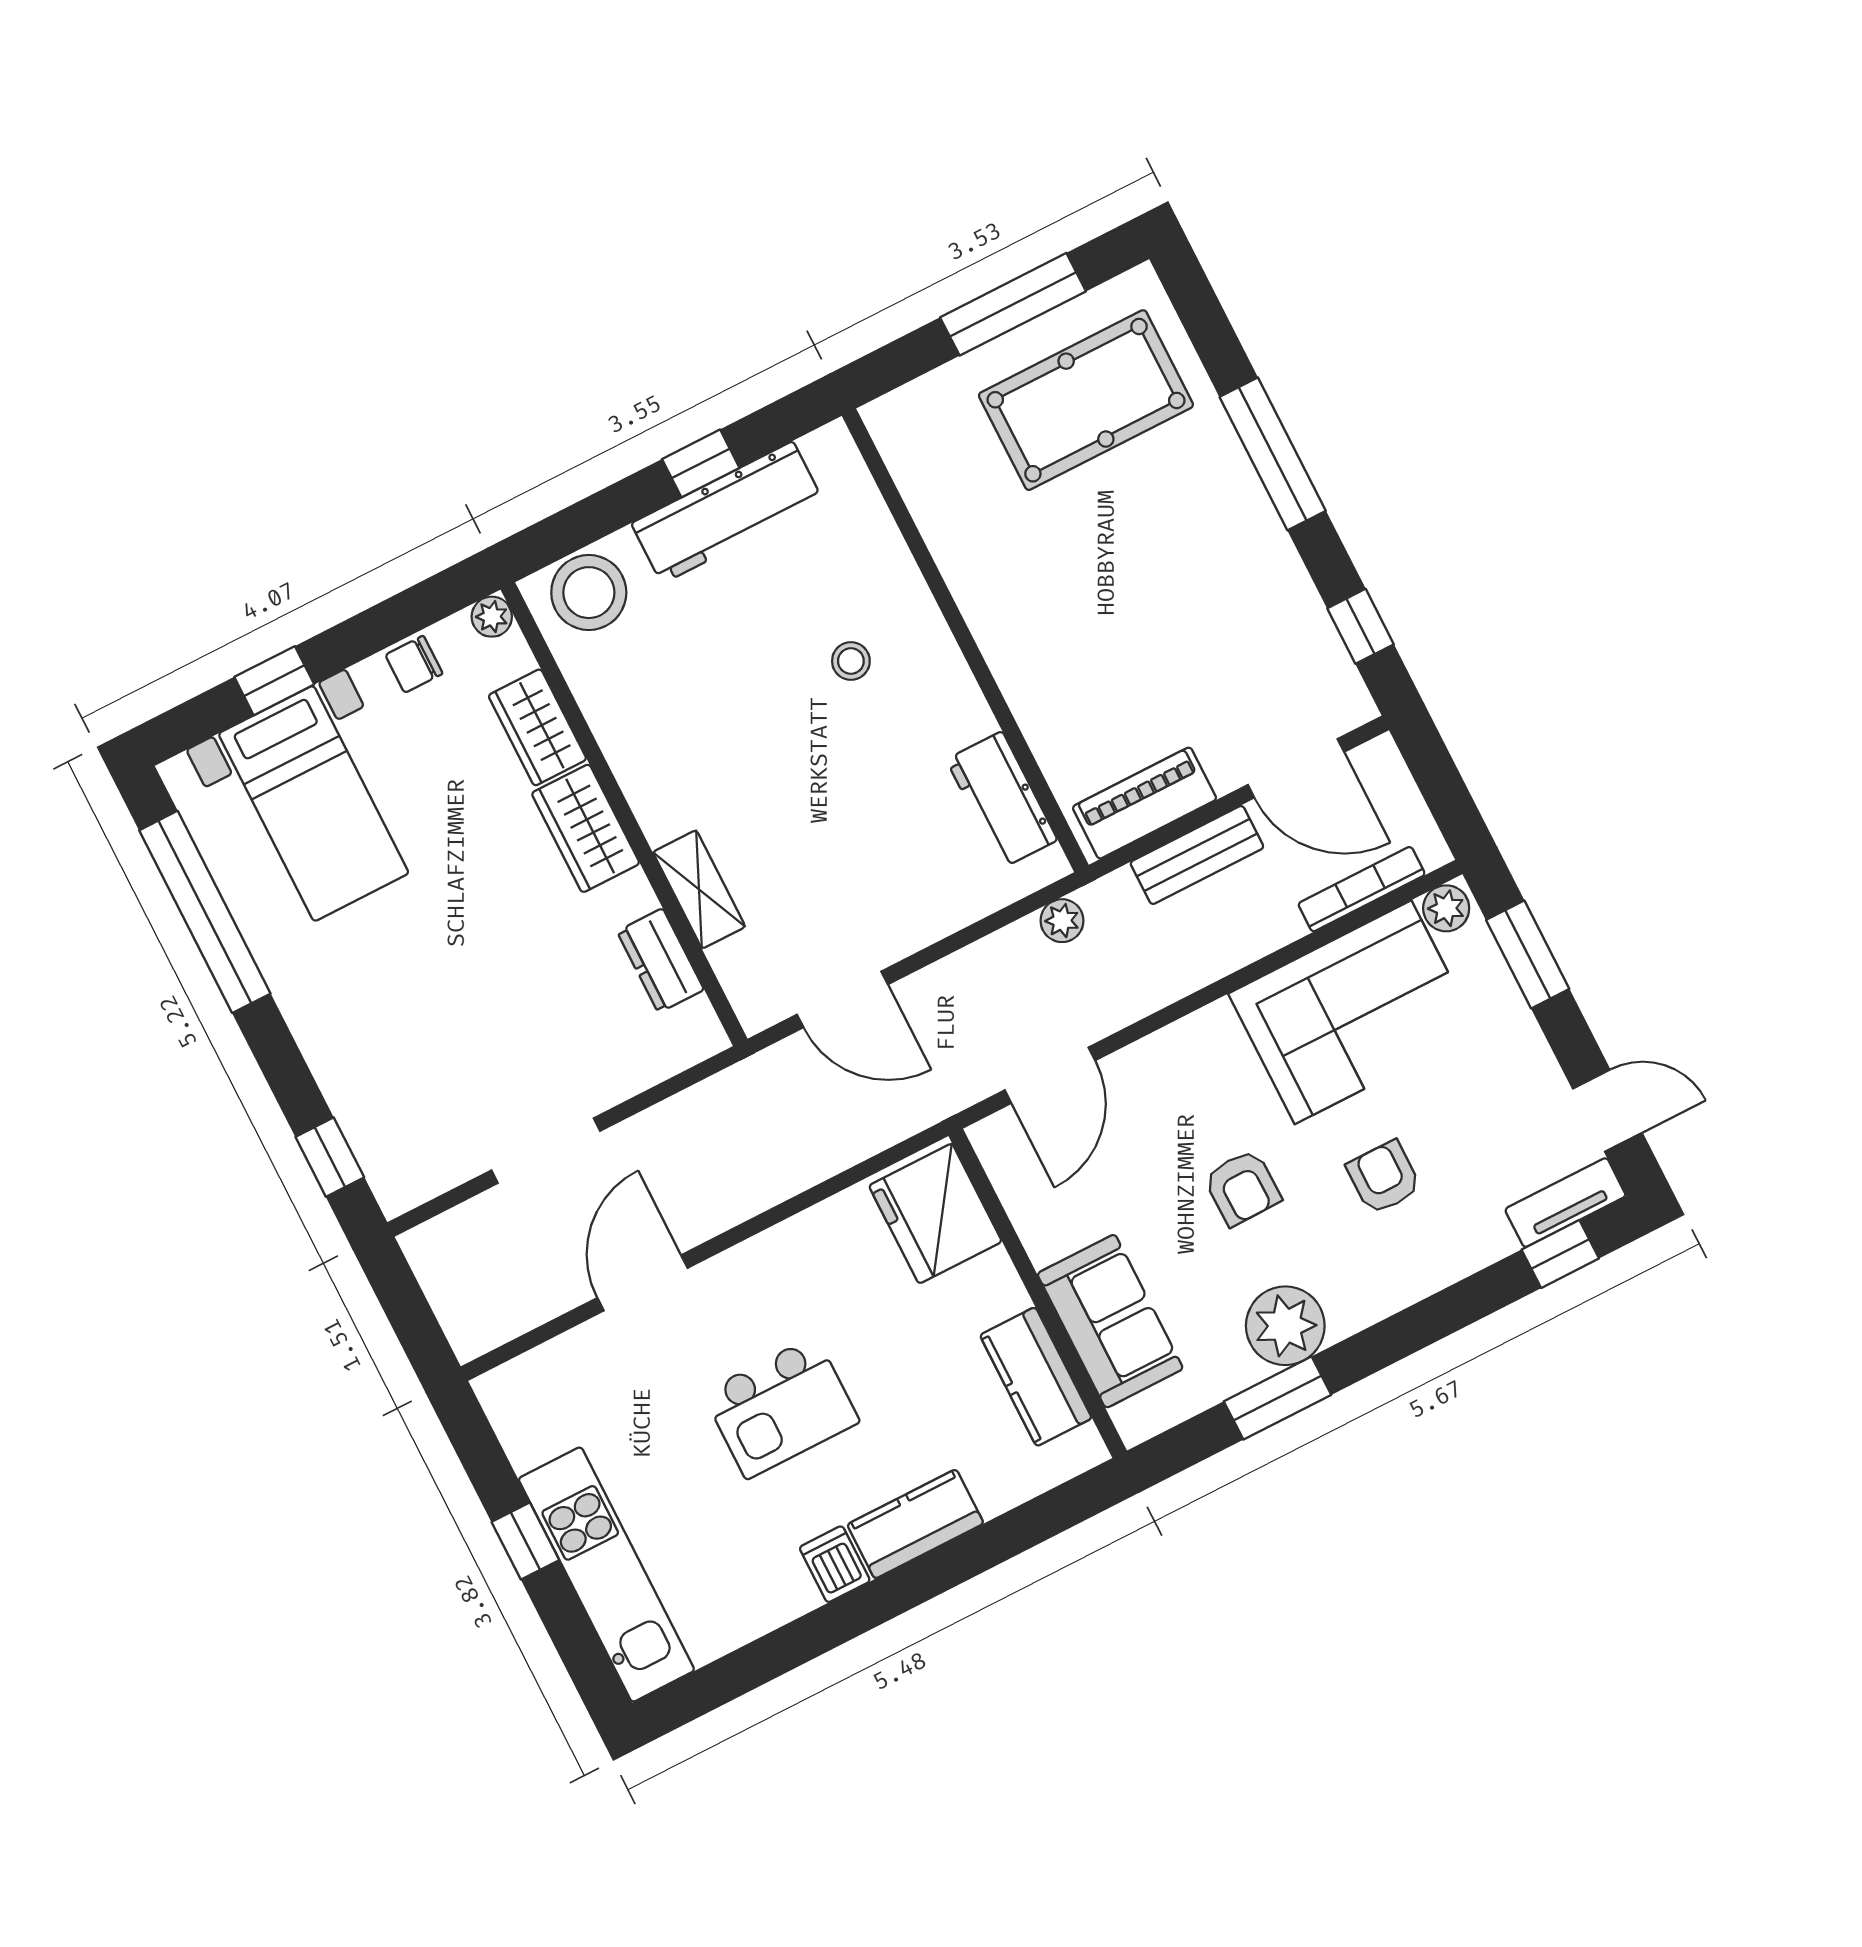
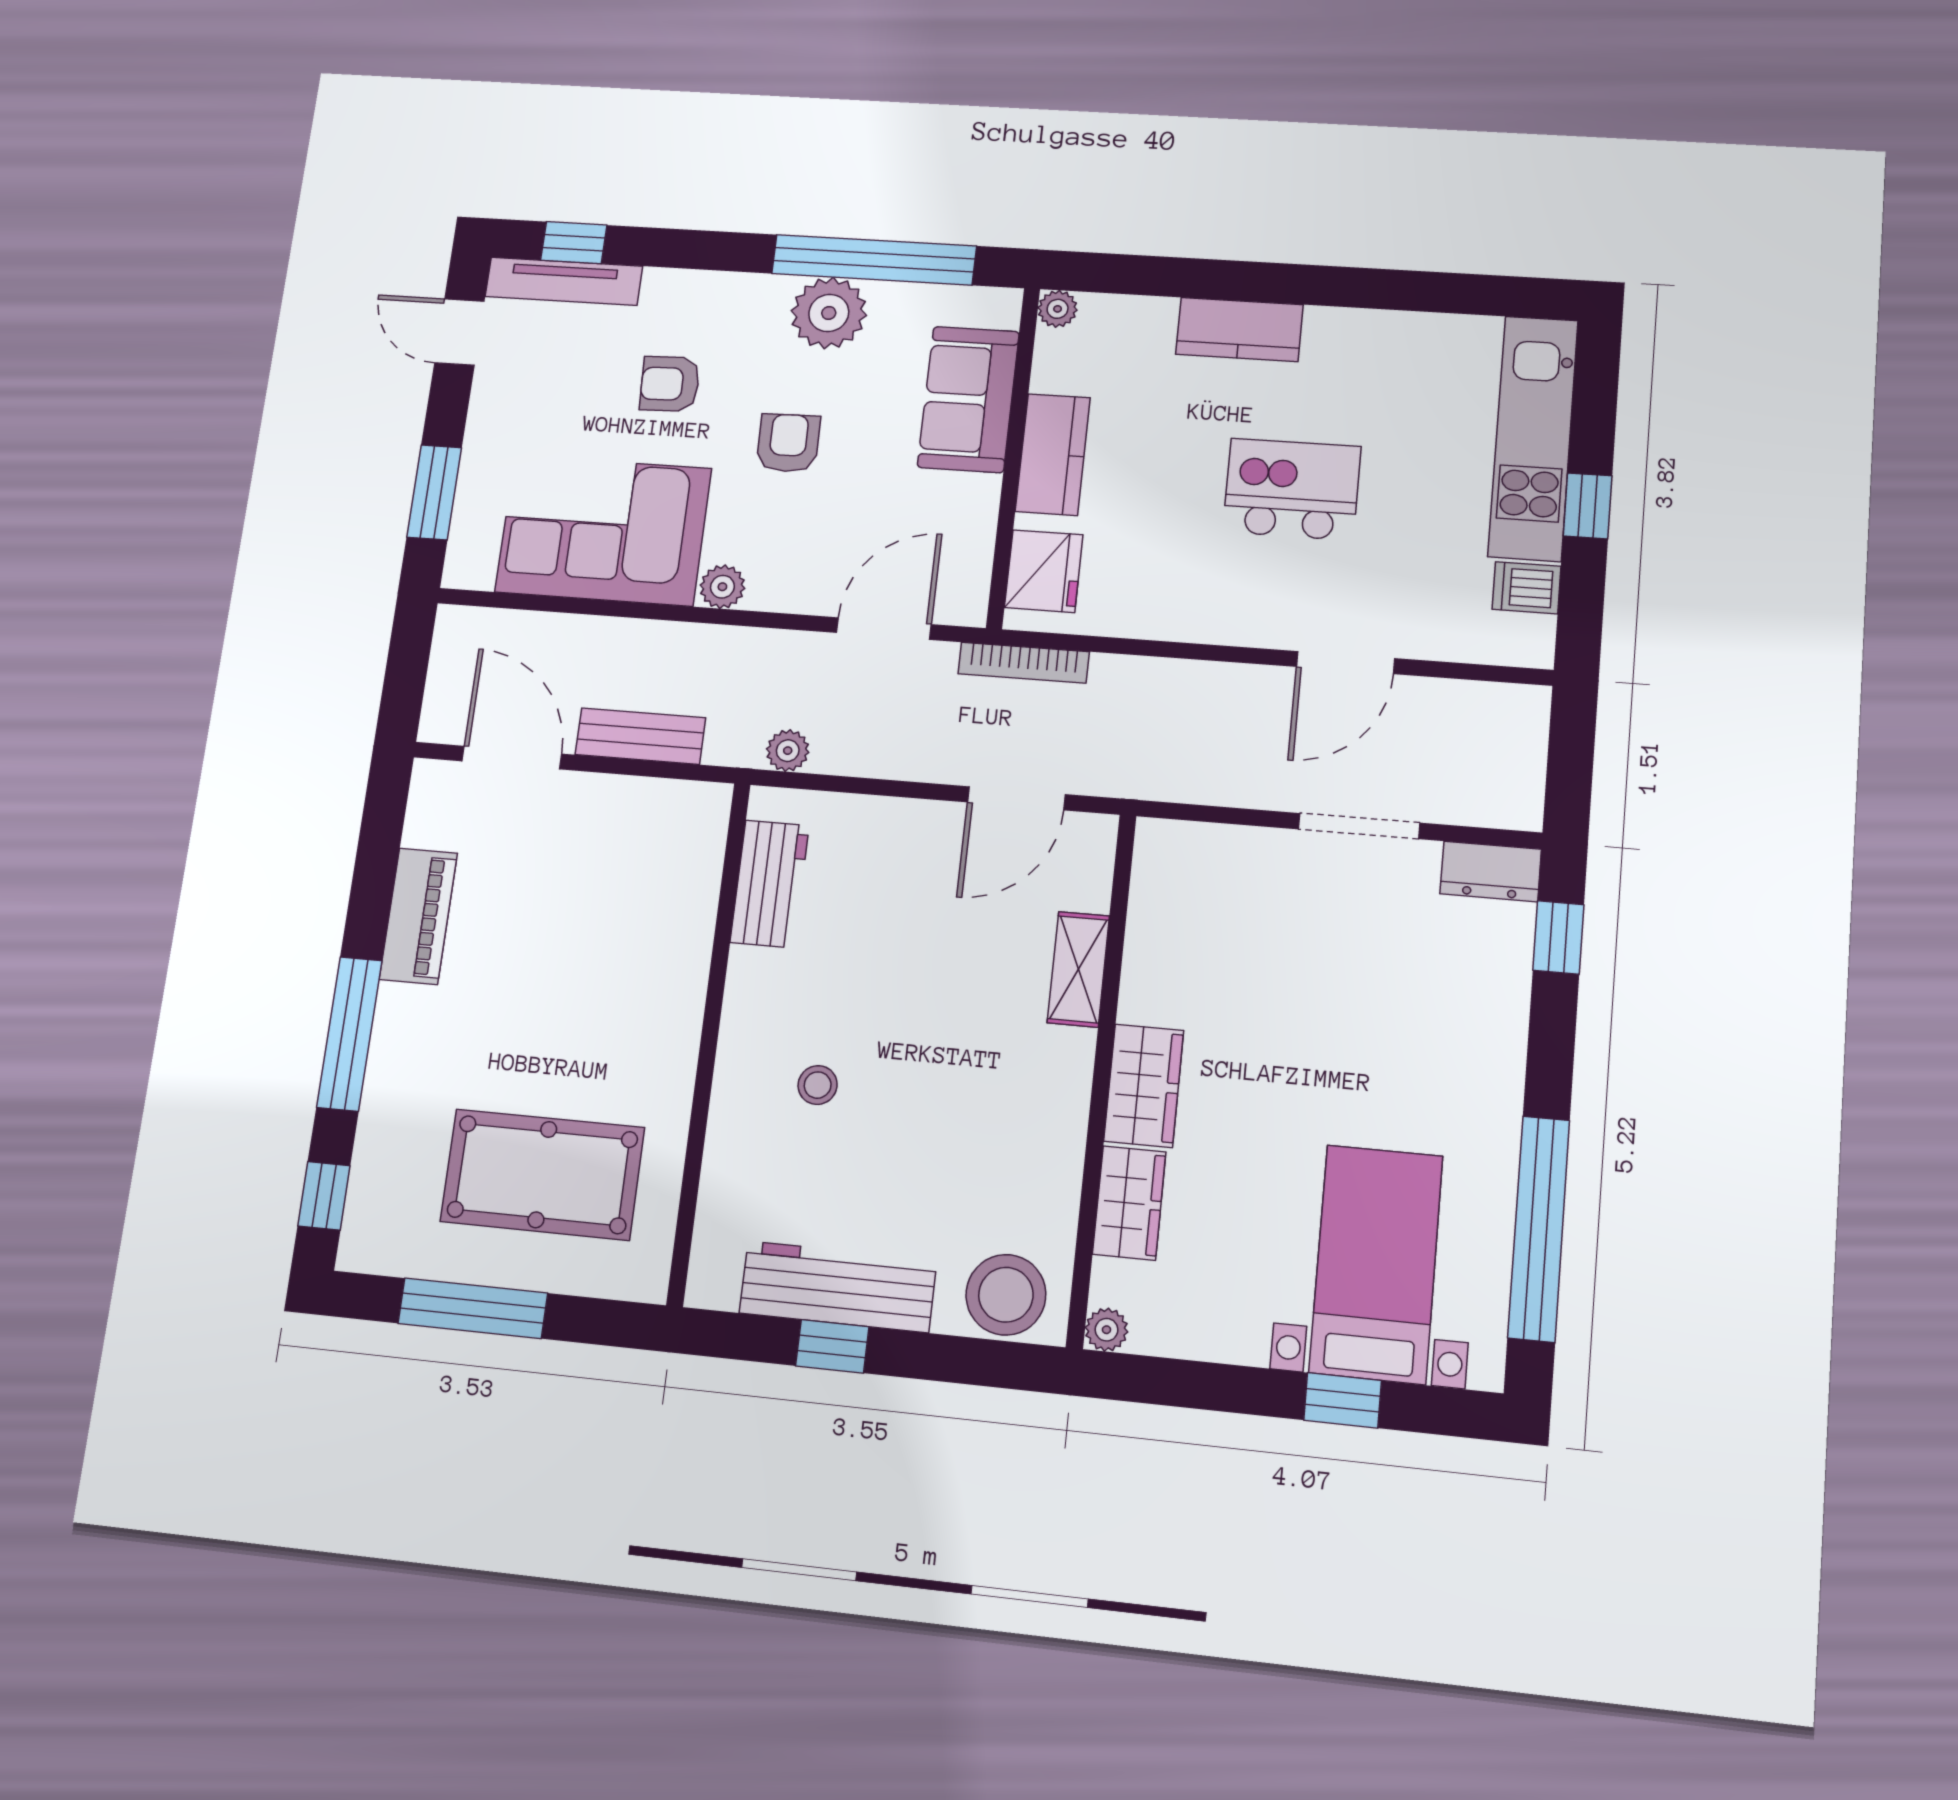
pool table: (1086, 400) -> (542, 1174), moved
window: (1361, 626) -> (324, 1196), moved
chair: (414, 664) -> (1204, 1332), removed
piano: (1144, 803) -> (418, 916), moved, turned -90
bookcase: (1362, 889) -> (1024, 663), moved
plant: (1446, 908) -> (722, 587), moved
dresser: (661, 961) -> (1491, 872), moved, turned 90
door: (842, 999) -> (1016, 798), swing flipped
armchair: (1384, 1177) -> (670, 384), turned 88
tv unit: (1565, 1203) -> (564, 281), width x1.41
fridge: (935, 1214) -> (1044, 571), width x0.73, depth x0.75
kitchen counter: (1036, 1377) -> (1053, 454), moved
window: (1278, 1398) -> (874, 260), width x2.11
plant: (1085, 1449) -> (1058, 309), added
dishwasher: (835, 1564) -> (1527, 588), moved, turned 90

